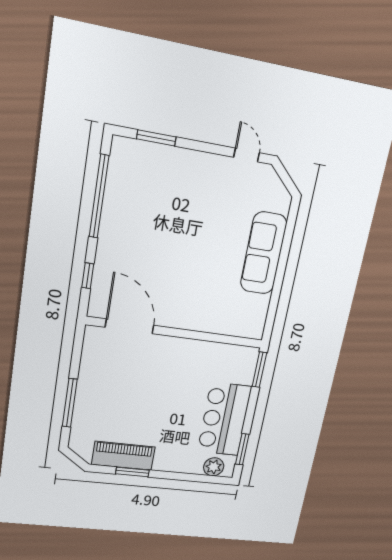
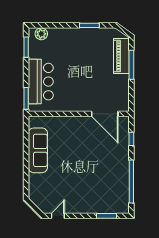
door: (247, 155) -> (58, 216), swing flipped
sofa: (264, 253) -> (38, 150), moved
bar counter: (224, 419) -> (41, 82), moved
piano: (123, 456) -> (121, 56), moved, turned 90

